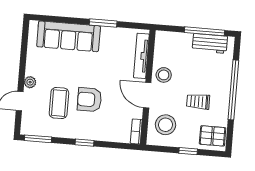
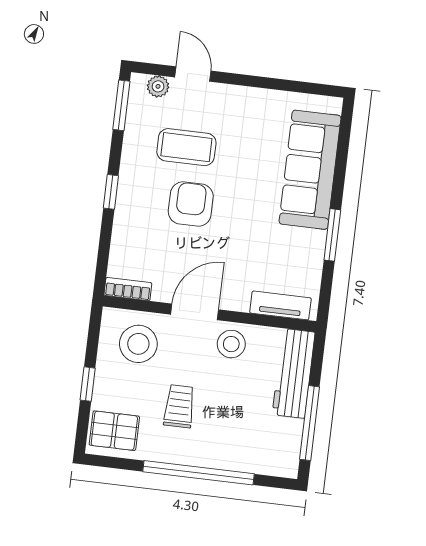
workbench: (210, 44) -> (294, 373), moved, width x1.38
tv unit: (141, 56) -> (280, 305), width x0.71
plant: (30, 82) -> (158, 86), moved
pallet: (213, 136) -> (114, 431), turned 90

